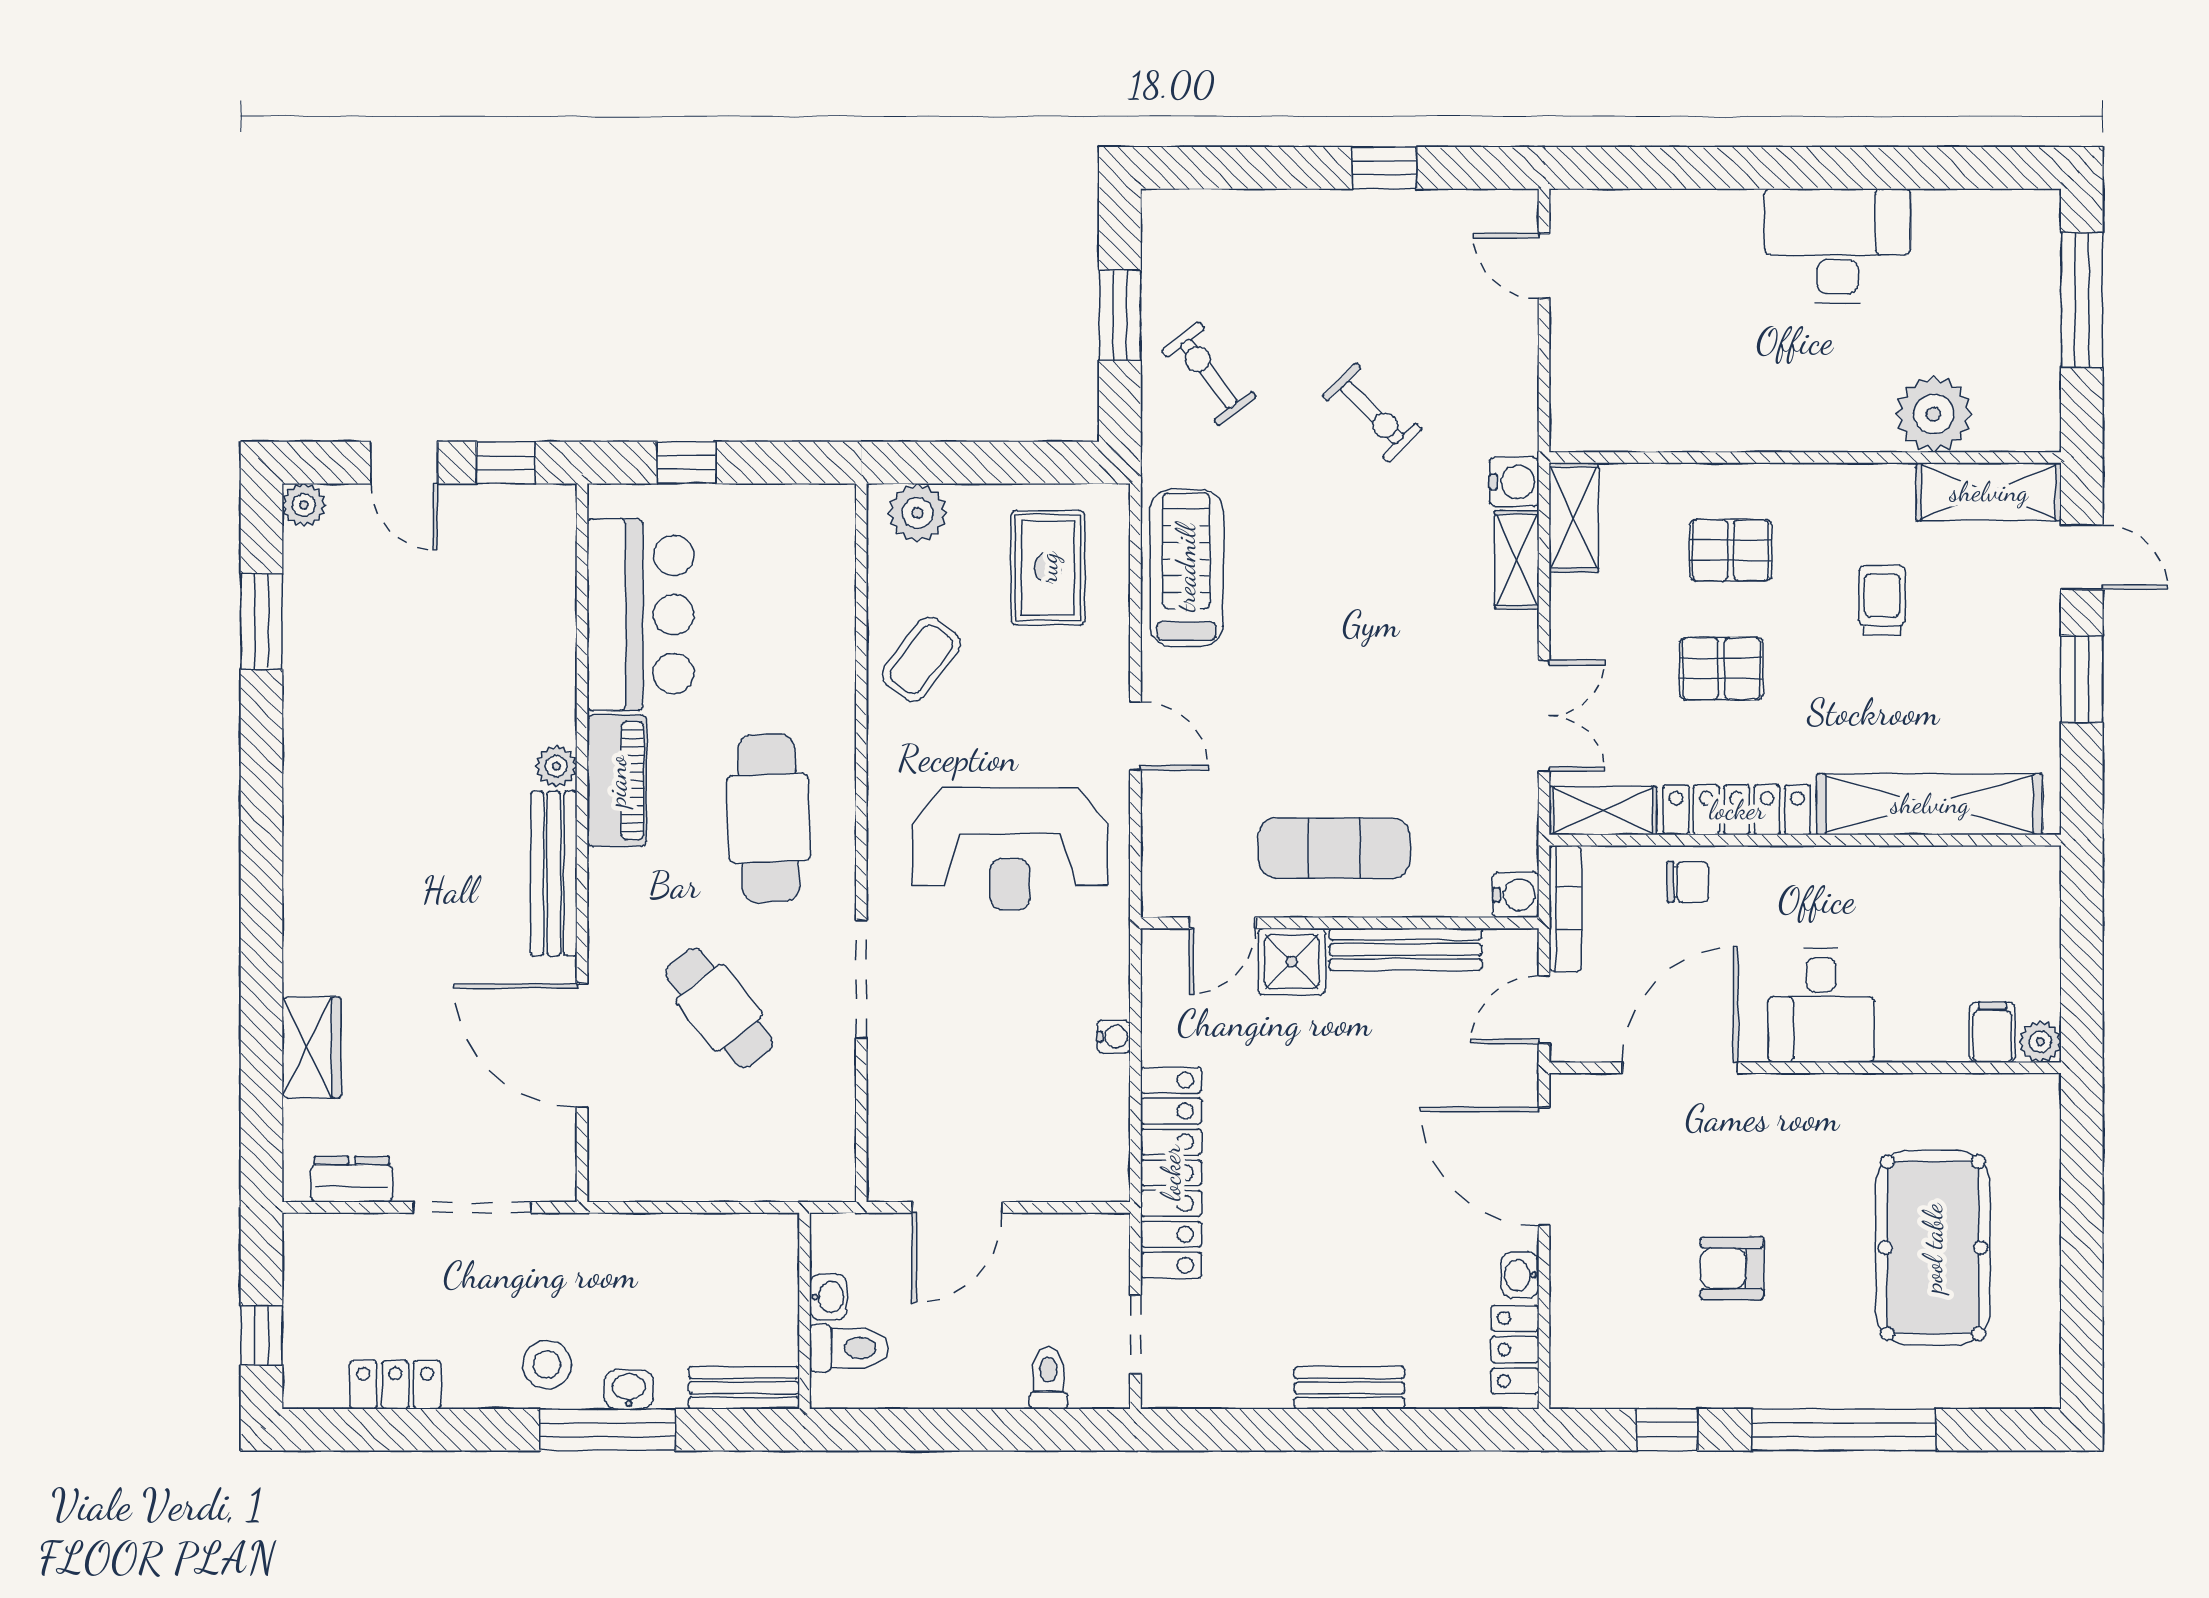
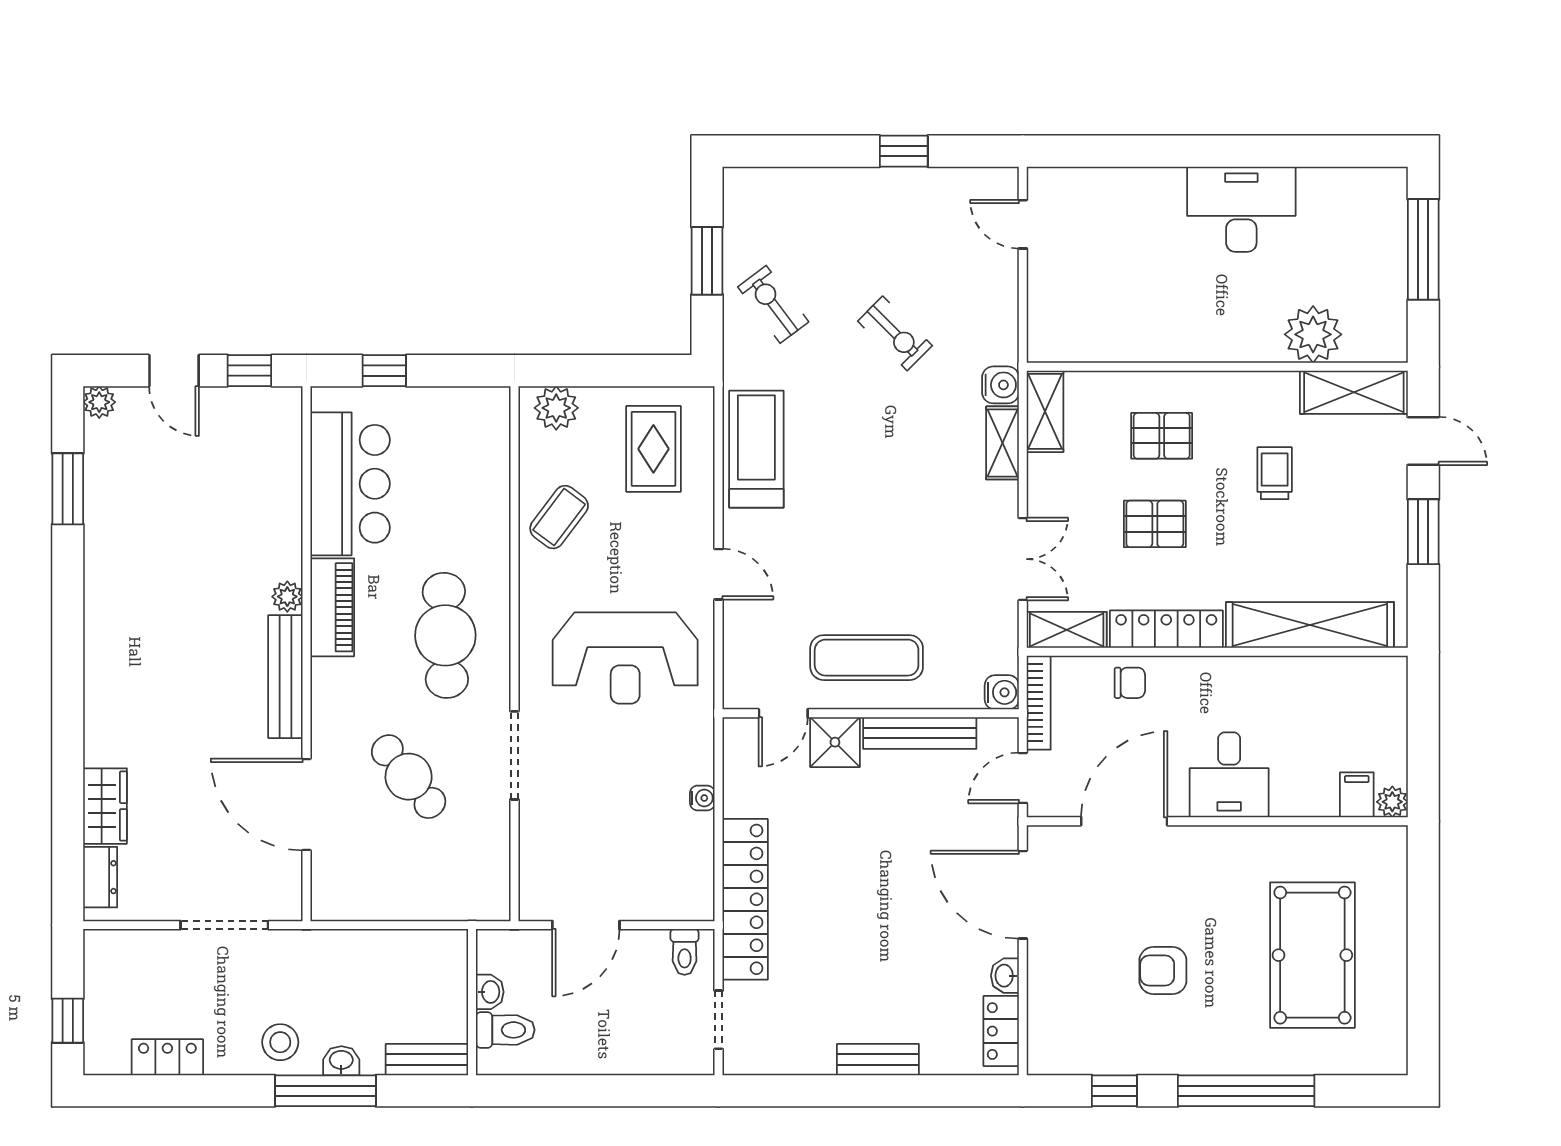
dresser: (352, 1179) -> (100, 877), moved, turned 90
toilet: (1048, 1378) -> (685, 952), moved, turned 180

